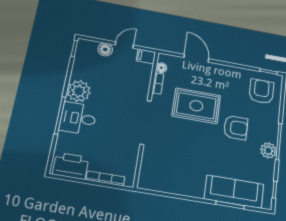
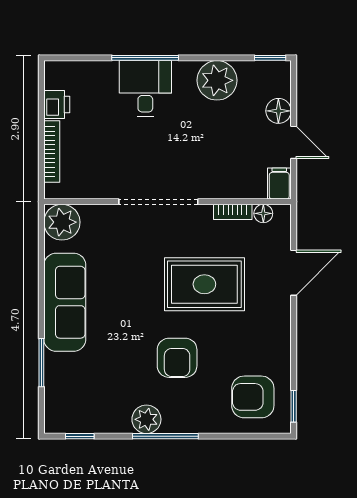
plant: (79, 91) -> (217, 80), moved
armchair: (261, 91) -> (253, 397), turned 180
rug: (196, 106) -> (204, 284), turned 90
printer: (71, 166) -> (57, 105), width x0.53, depth x0.68
plant: (149, 179) -> (62, 222), added
sofa: (234, 192) -> (65, 302), moved

